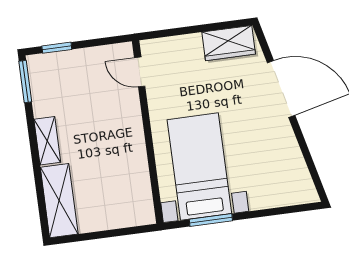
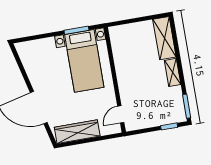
wardrobe: (229, 43) -> (77, 132), width x1.50
door: (140, 72) -> (121, 114), swing flipped

